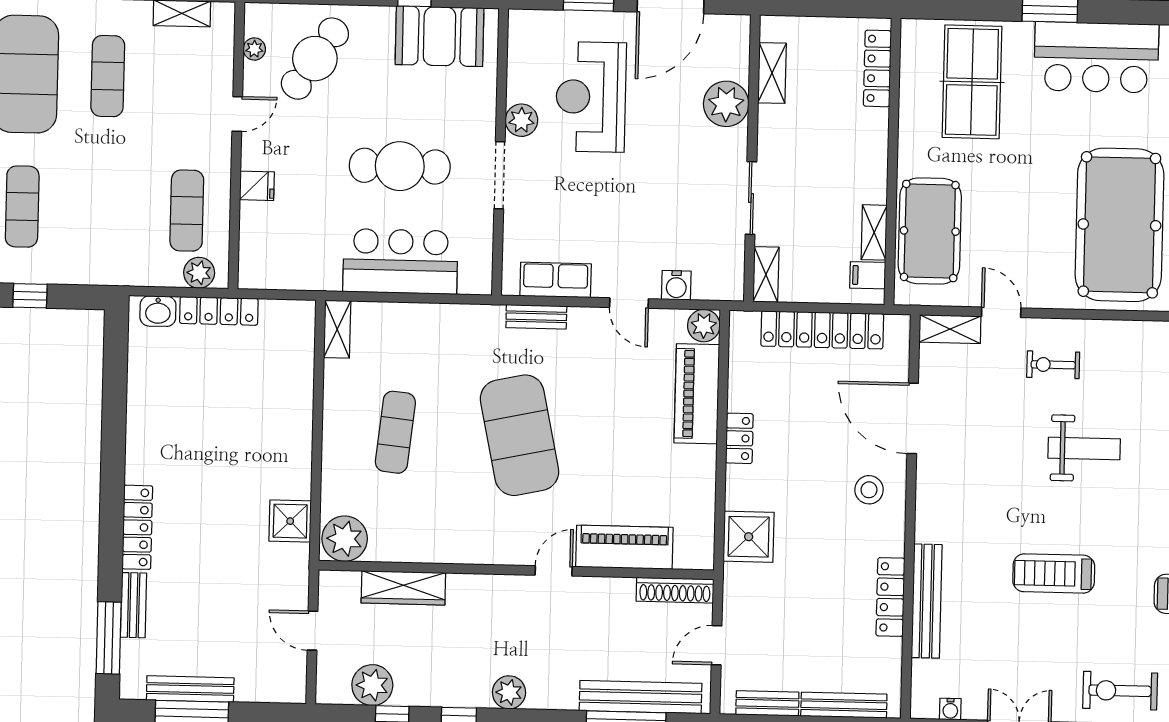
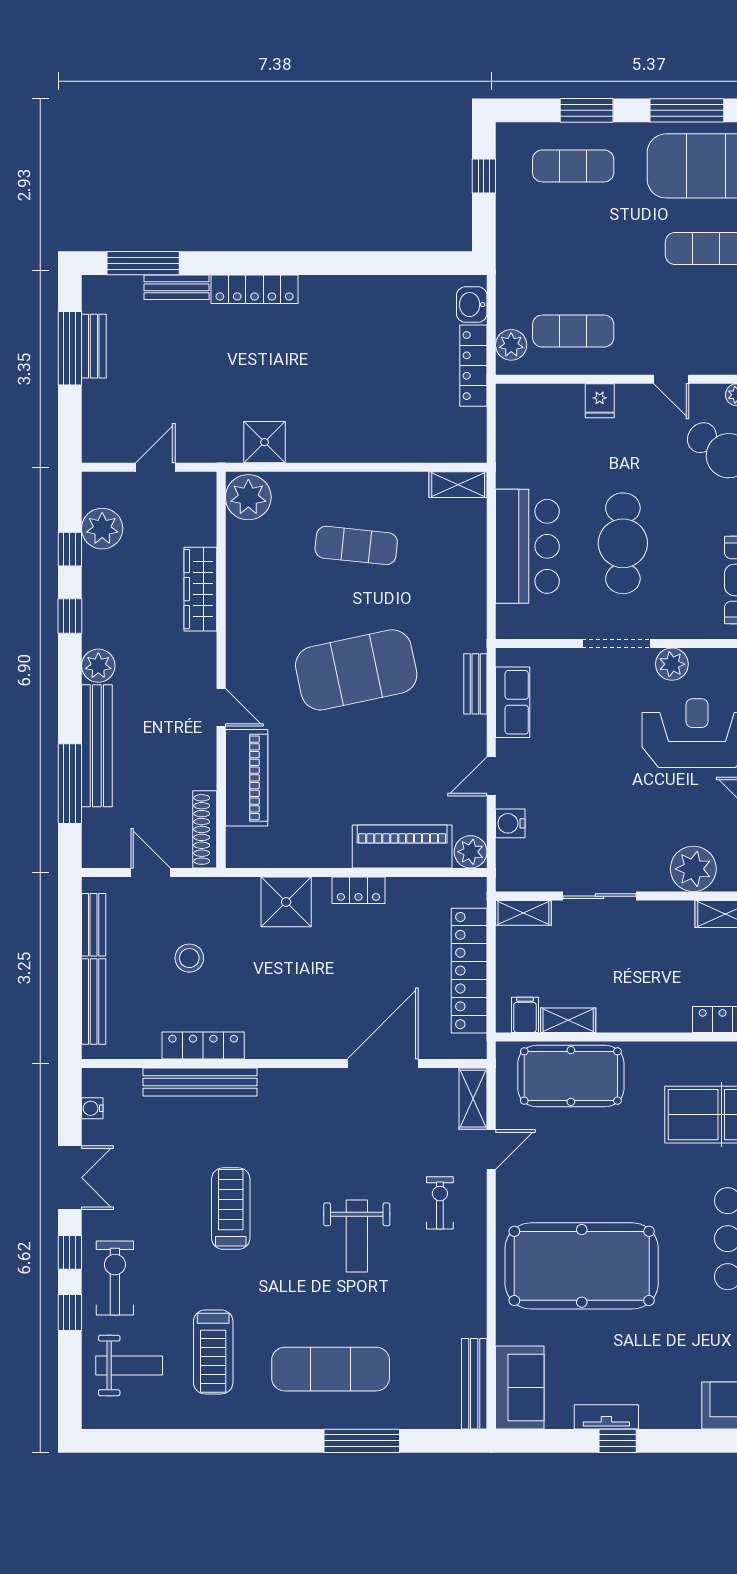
stool: (869, 490) -> (189, 958), moved
shower: (749, 537) -> (286, 902), moved
wardrobe: (403, 588) -> (200, 589), moved
bench: (190, 689) -> (94, 346), width x0.73
bench: (641, 697) -> (97, 746), moved

